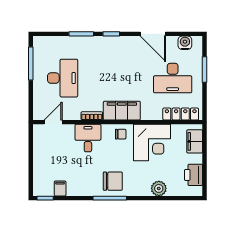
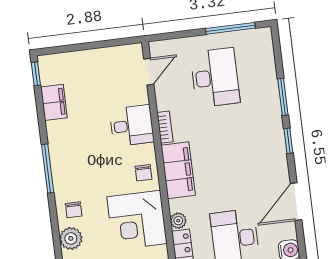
desk: (63, 78) -> (215, 78), turned -90
plant: (156, 115) -> (178, 221), added
door: (53, 122) -> (149, 72), hinge flipped
chair: (113, 181) -> (74, 210), moved, width x0.54, depth x0.54
filing cabinet: (60, 188) -> (54, 102), width x2.00

